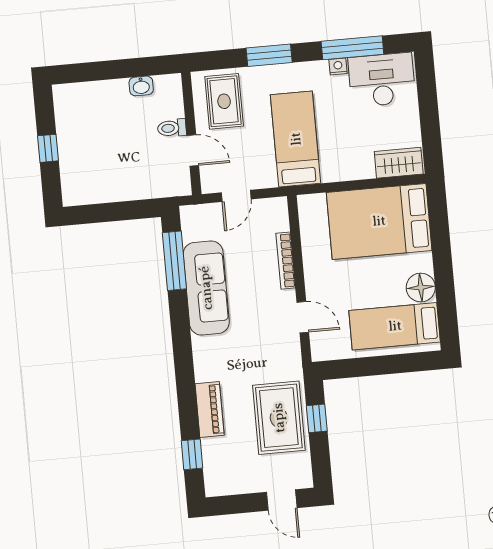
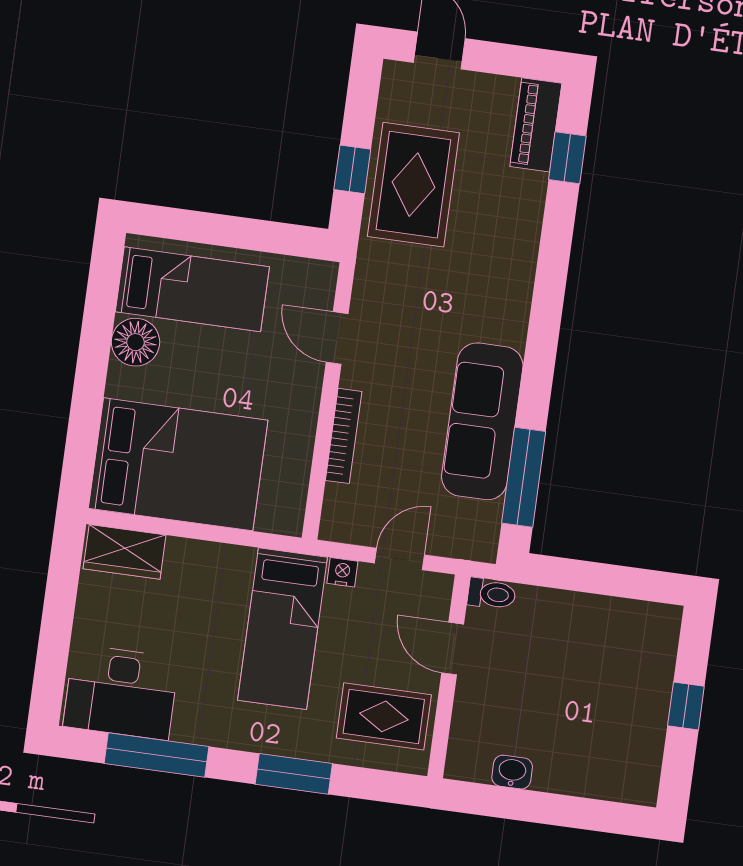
nightstand: (338, 66) -> (342, 572), moved, turned 180
rug: (224, 101) -> (384, 716), turned 90
toilet: (172, 128) -> (492, 594), moved
piano: (210, 410) -> (536, 125), moved

